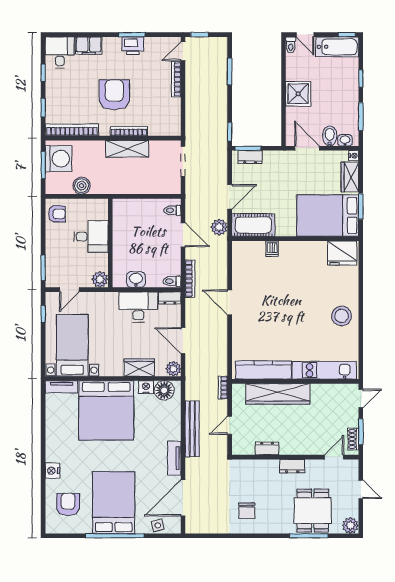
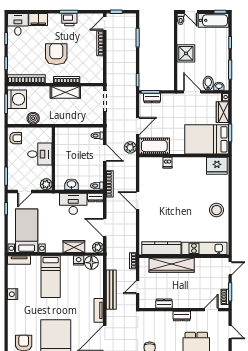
bed: (106, 410) -> (51, 277), width x0.49
nightstand: (52, 471) -> (13, 294), moved

